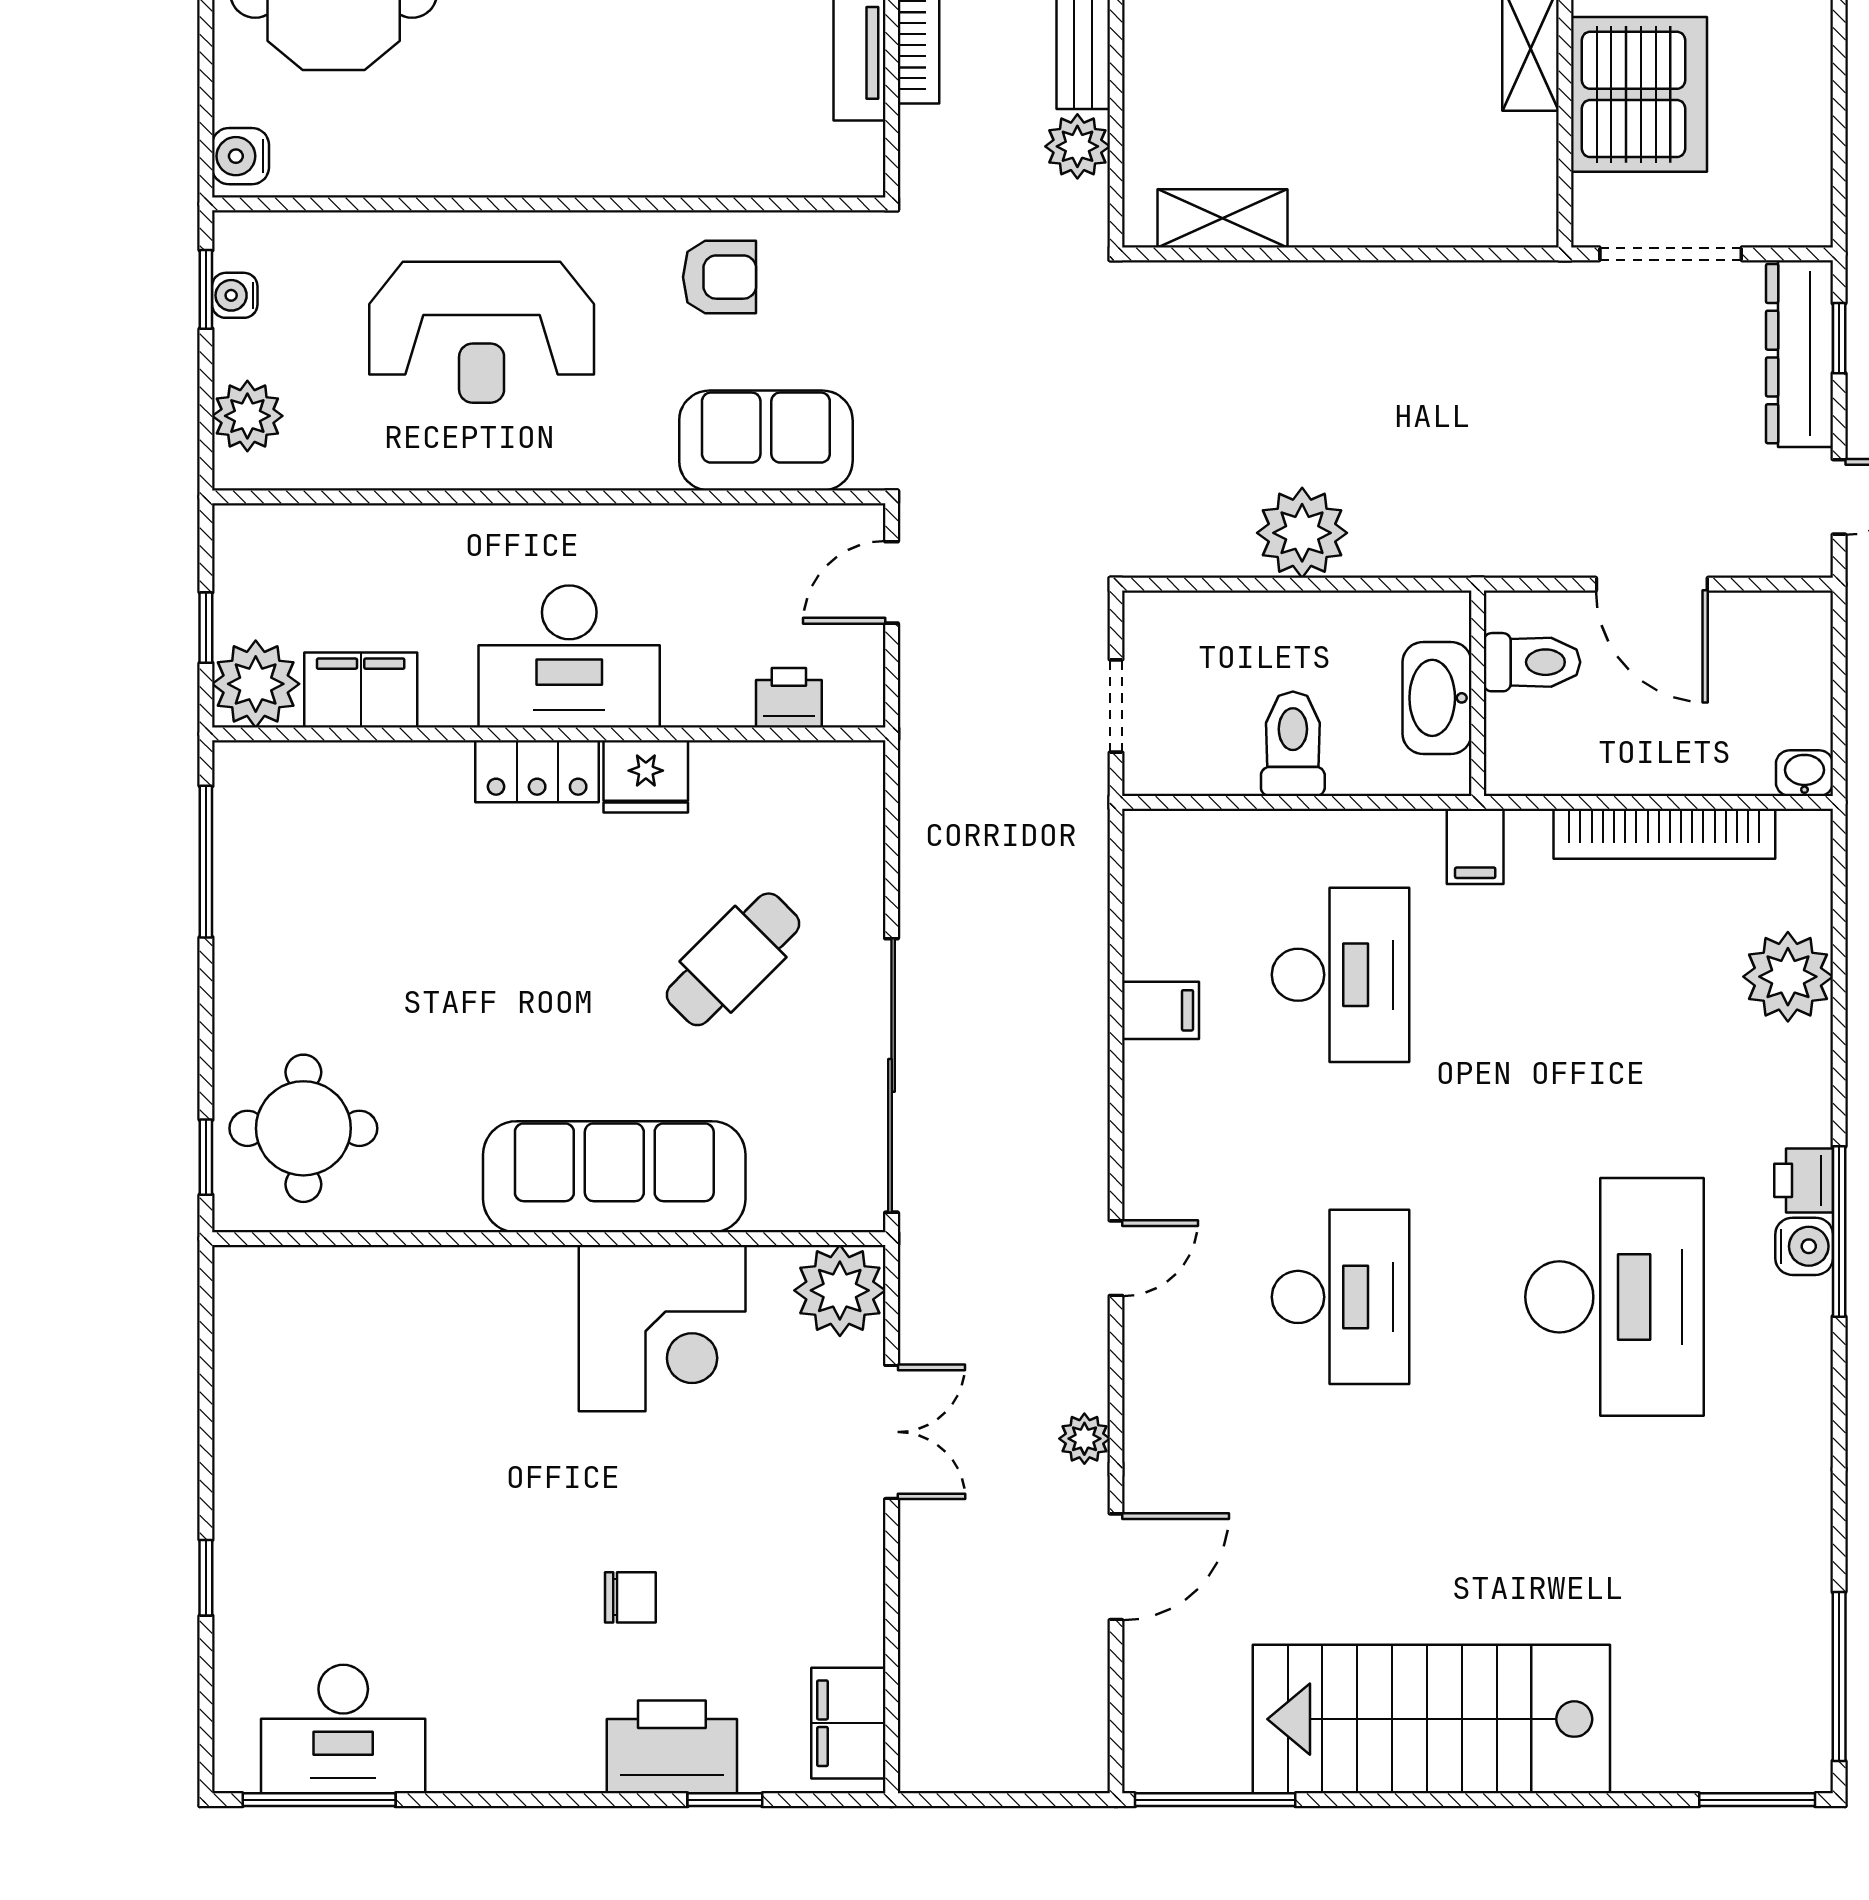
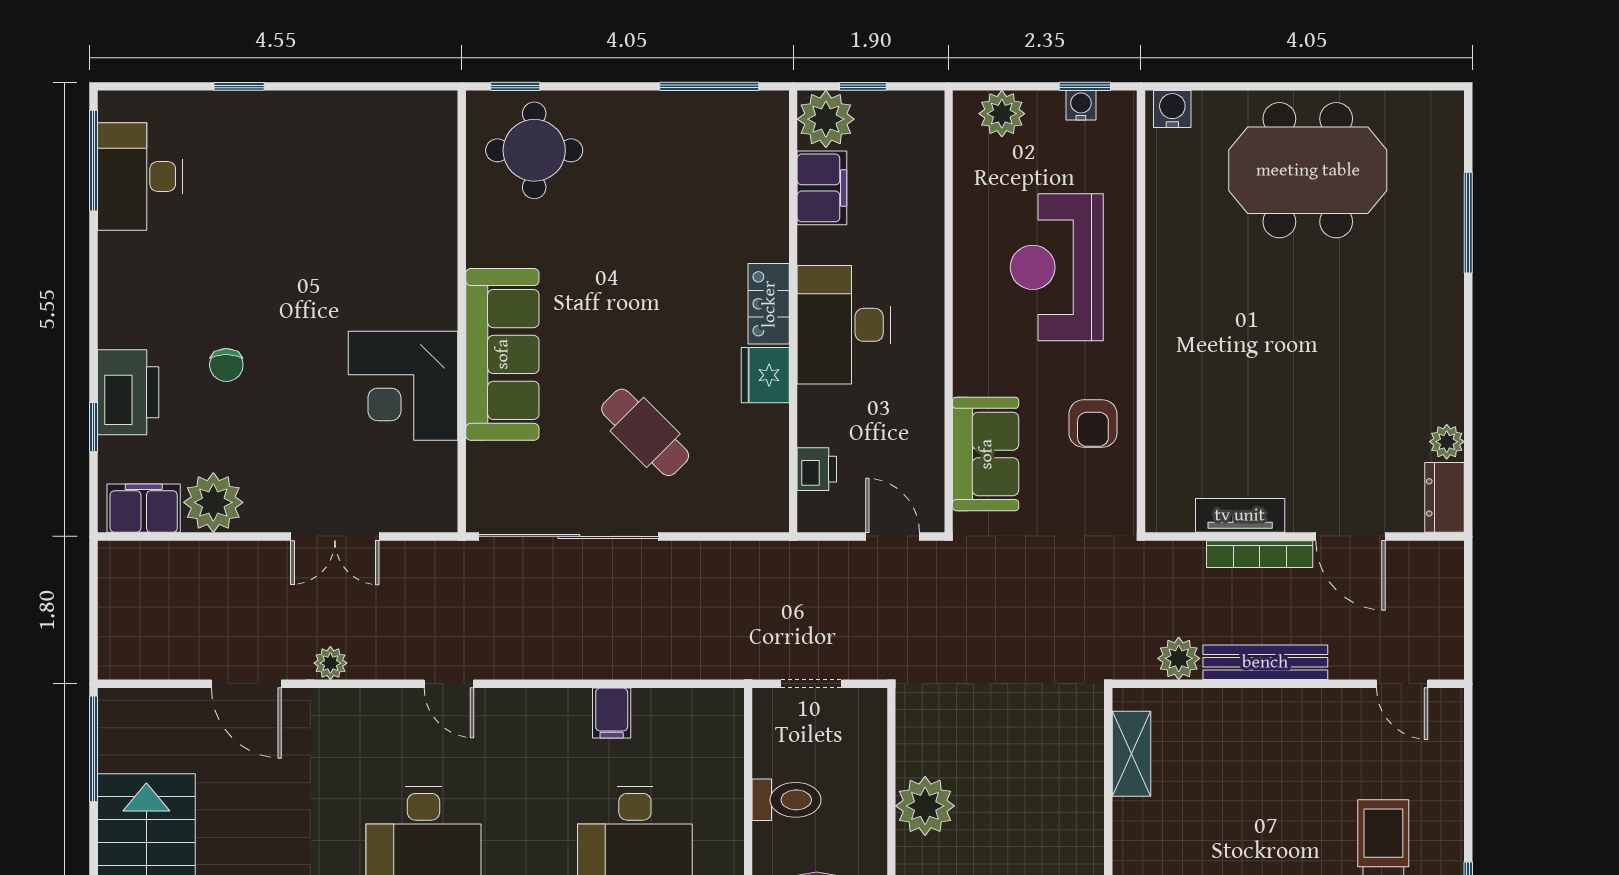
plant: (840, 1290) -> (213, 502), moved

